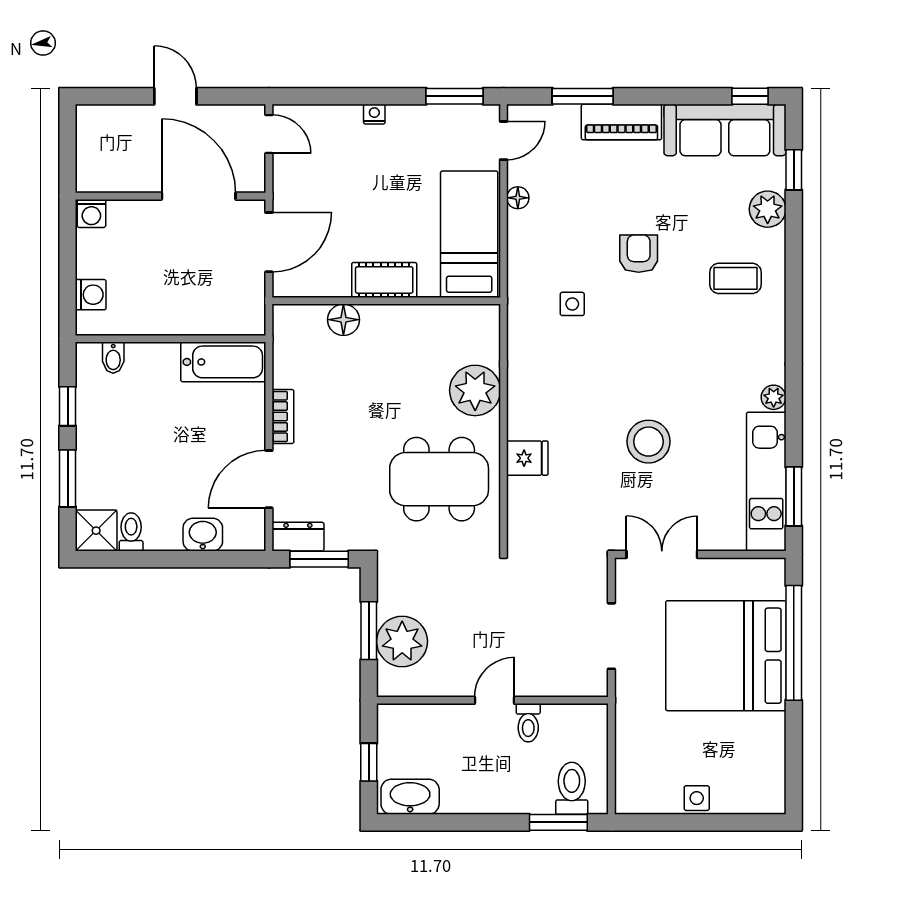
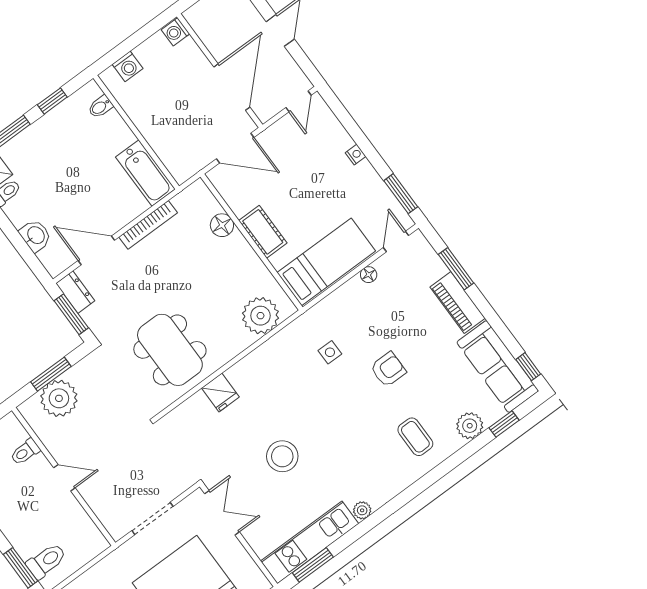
door: (504, 141) -> (396, 242), swing flipped
plant: (475, 390) -> (260, 316), moved
bookcase: (283, 416) -> (148, 225), width x1.56
toilet: (528, 723) -> (25, 452), moved

